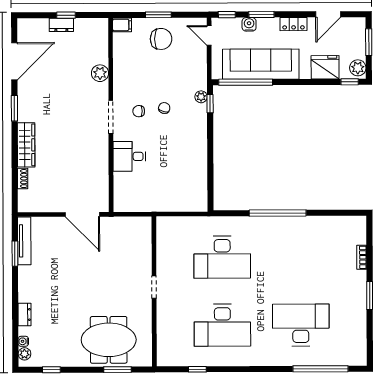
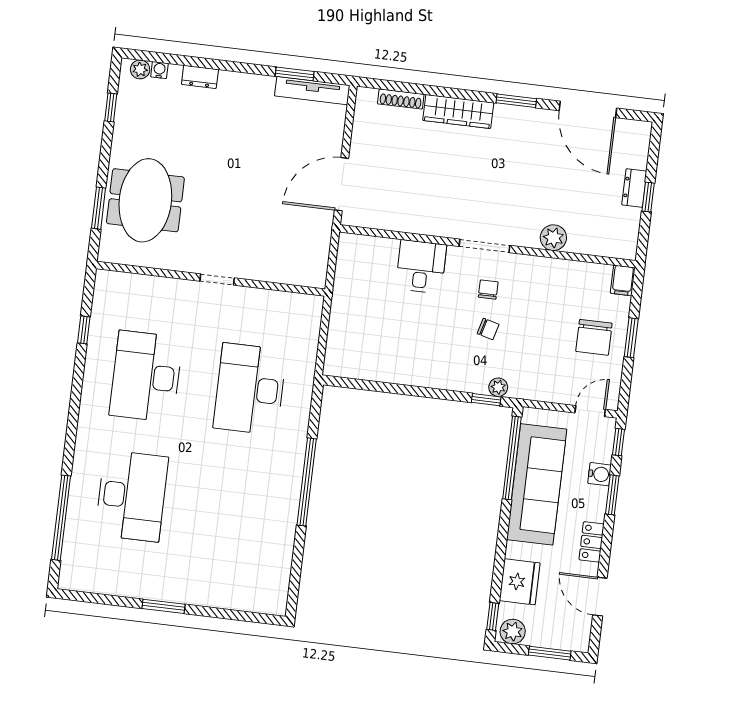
shoe rack: (23, 179) -> (401, 99), width x1.43
bookcase: (362, 257) -> (223, 602), removed

